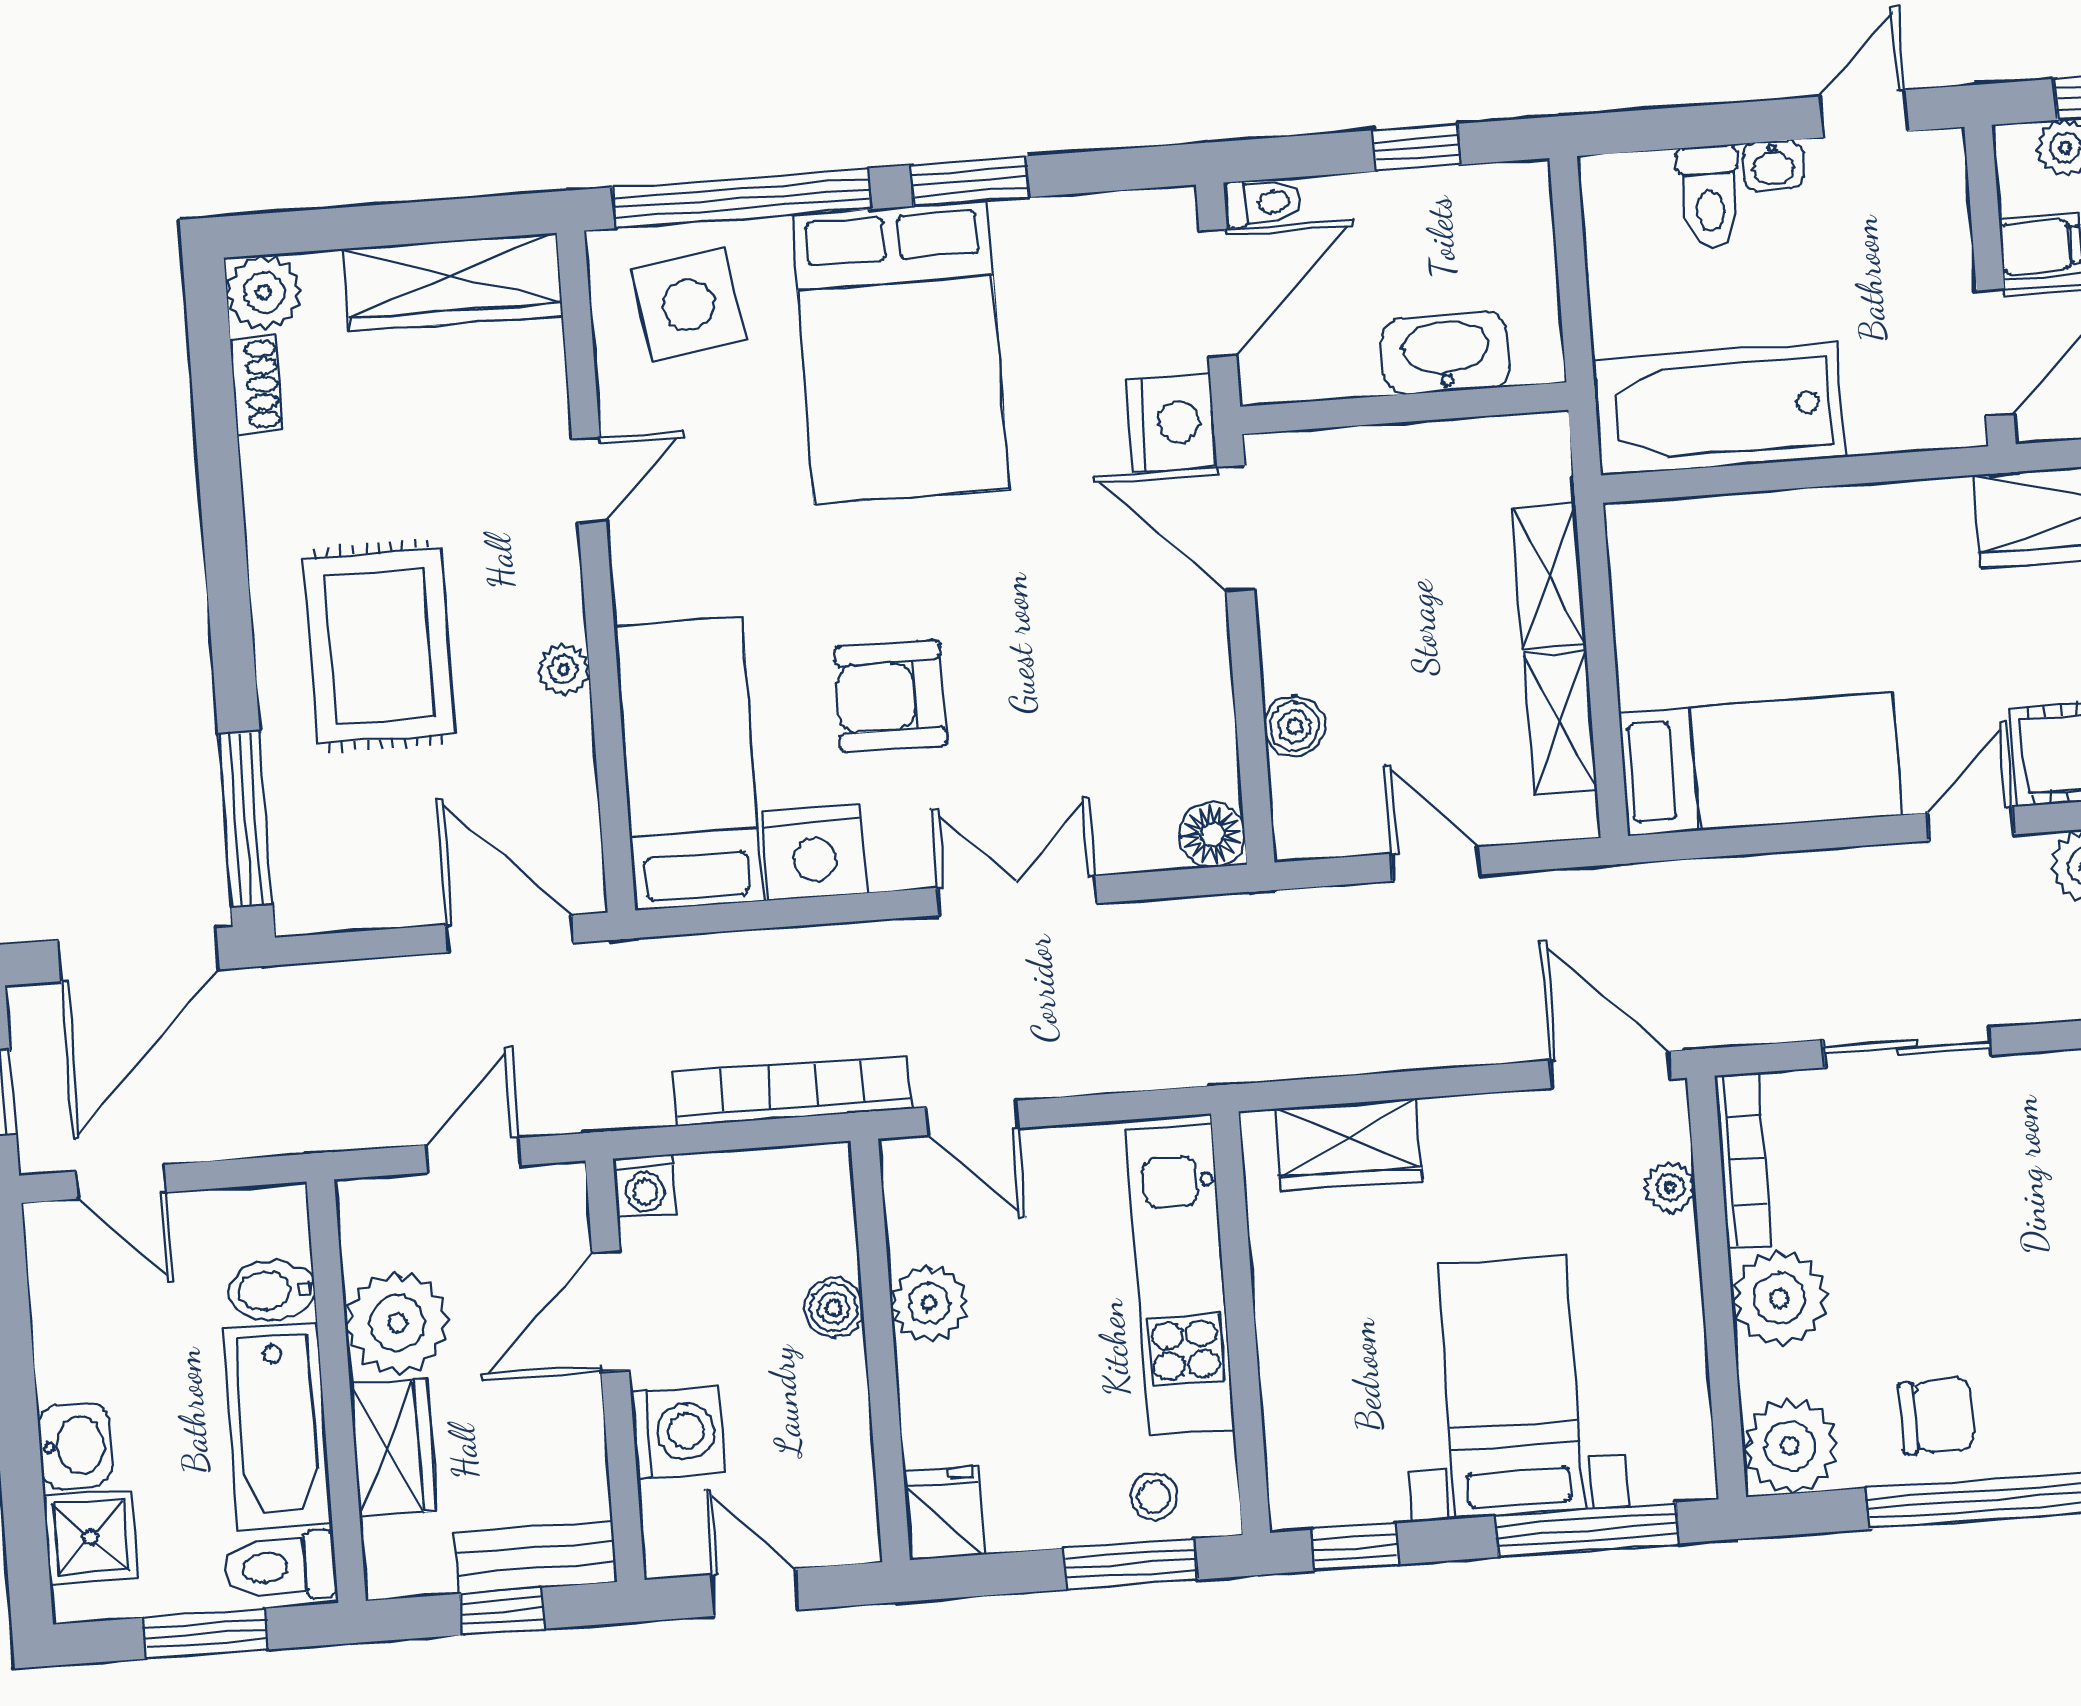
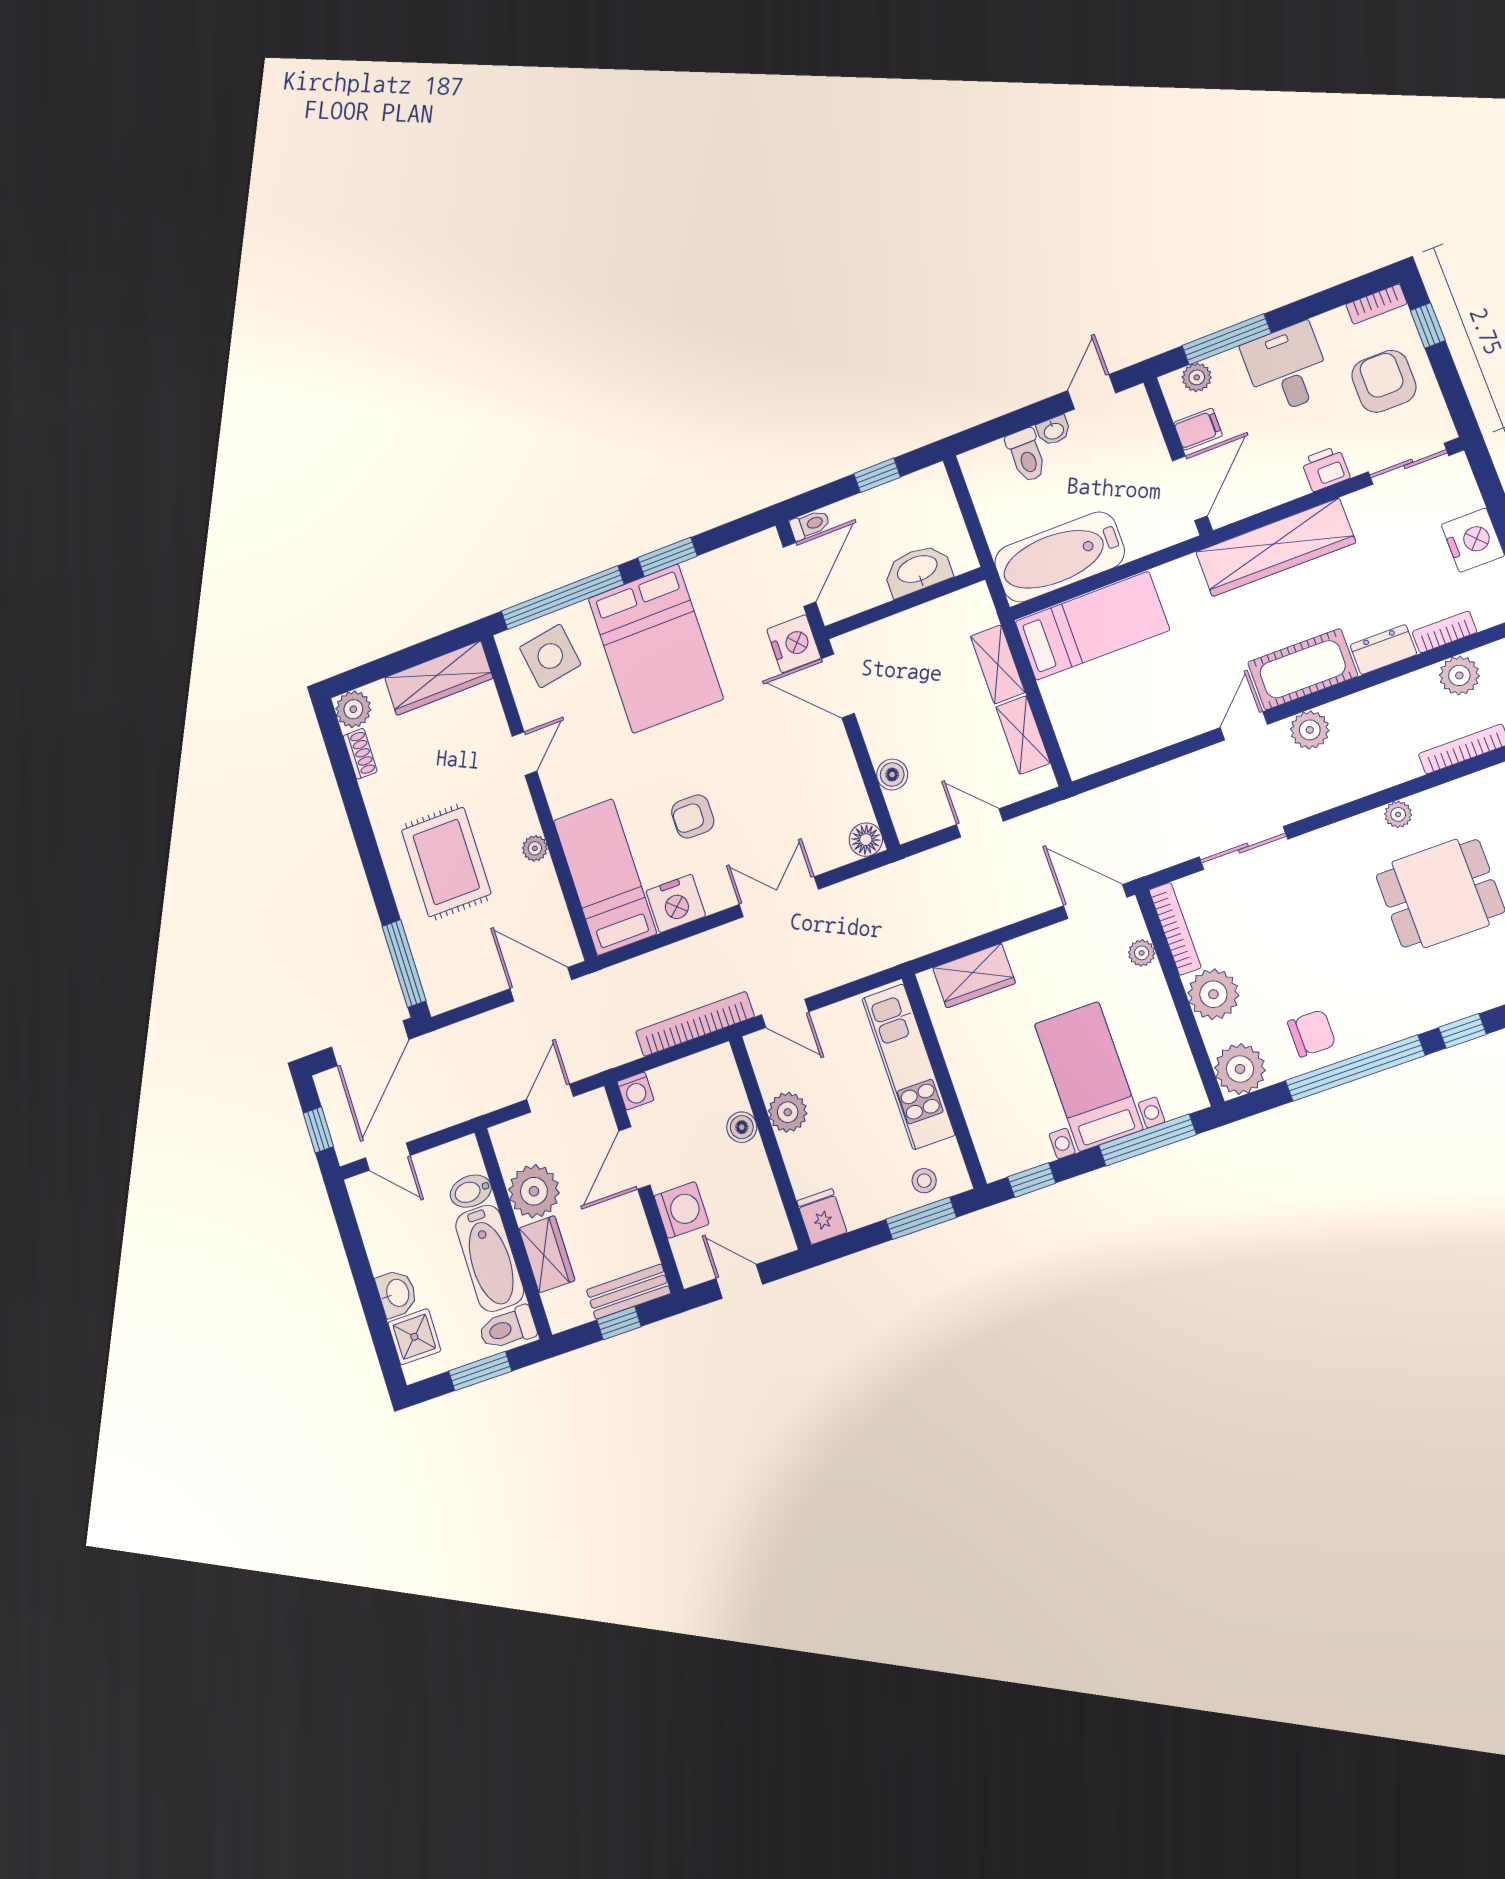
armchair: (890, 696) -> (693, 817), width x0.72, depth x0.72
bed: (1760, 764) -> (1092, 626), moved

